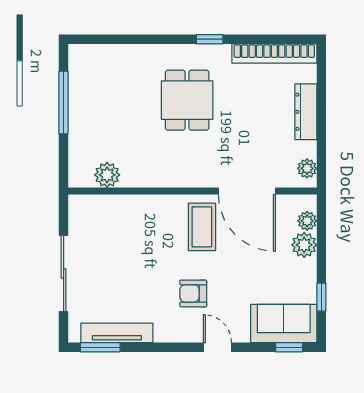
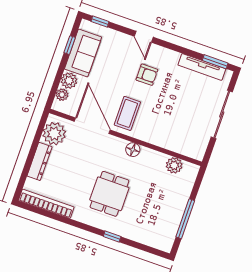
window: (210, 39) -> (112, 236), moved
plant: (307, 168) -> (54, 134), width x1.88, depth x1.88
floor lamp: (176, 177) -> (133, 150), added
sofa: (284, 324) -> (83, 53), moved, turned -90

